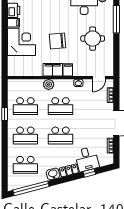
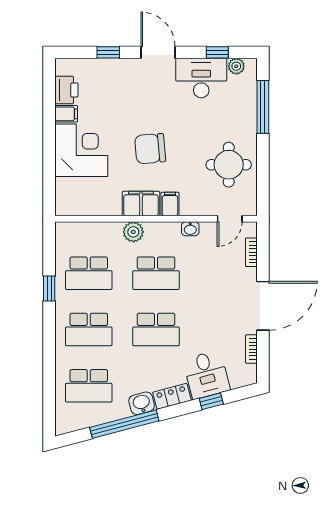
round table: (93, 39) -> (229, 165), moved
window: (31, 188) -> (124, 424), moved

